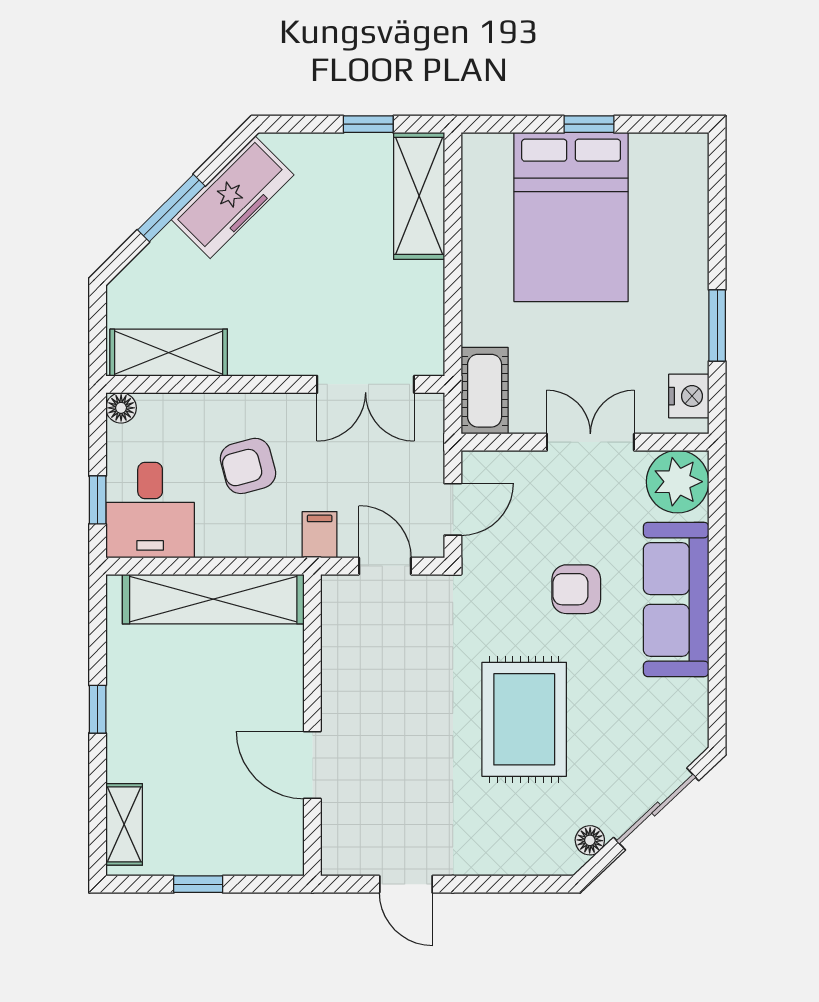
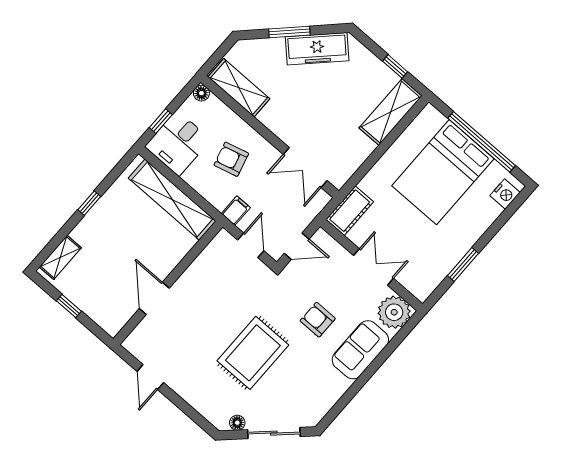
window: (589, 124) -> (482, 142), width x3.17
nightstand: (689, 396) -> (505, 194), moved
sofa: (676, 599) -> (360, 350), width x0.73

